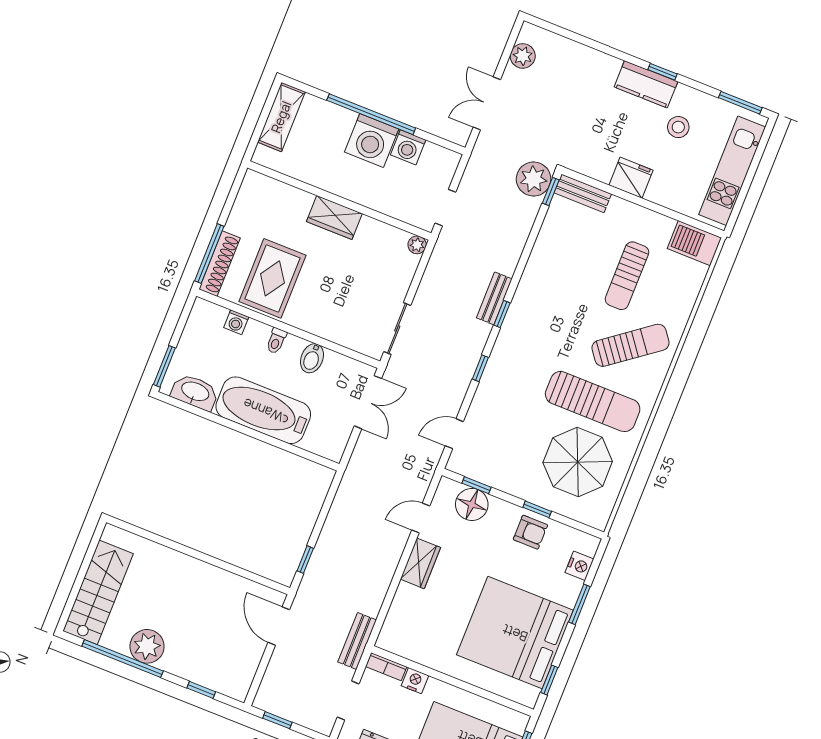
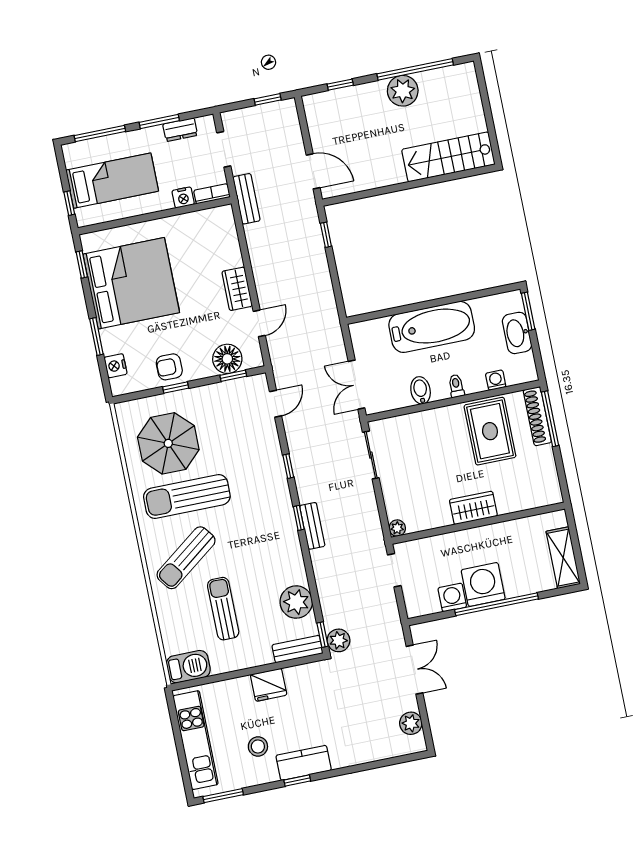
plant: (534, 179) -> (338, 640), width x0.73, depth x0.73
plant: (555, 238) -> (296, 602), added
washbasin: (195, 392) -> (517, 333), moved, turned 90
stairs: (98, 592) -> (448, 157), moved, turned 90

